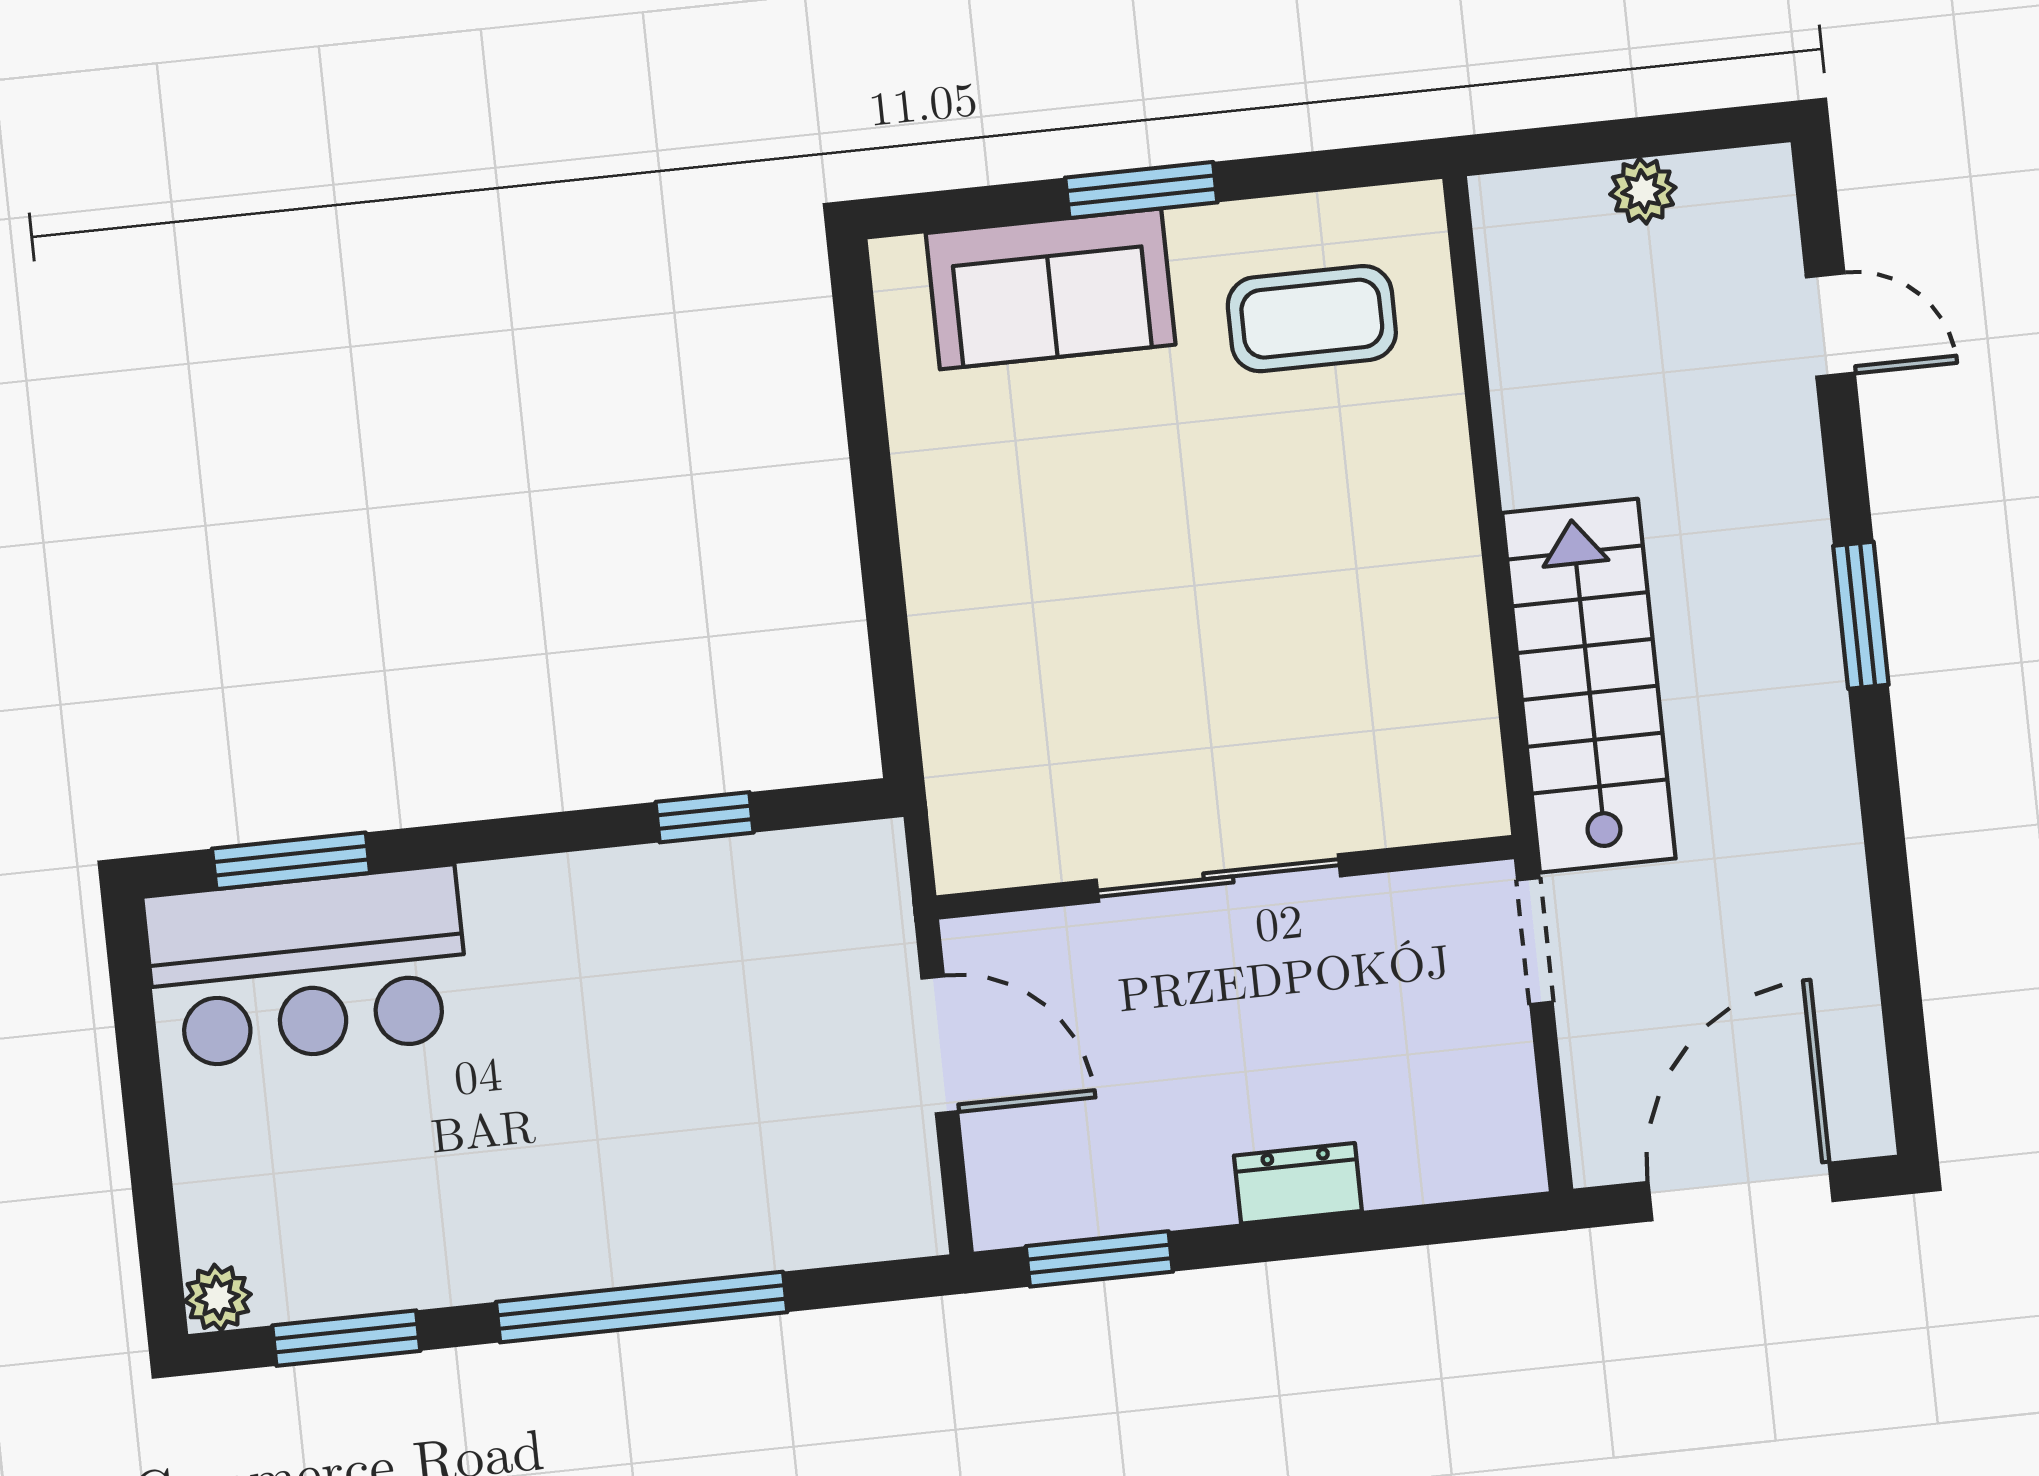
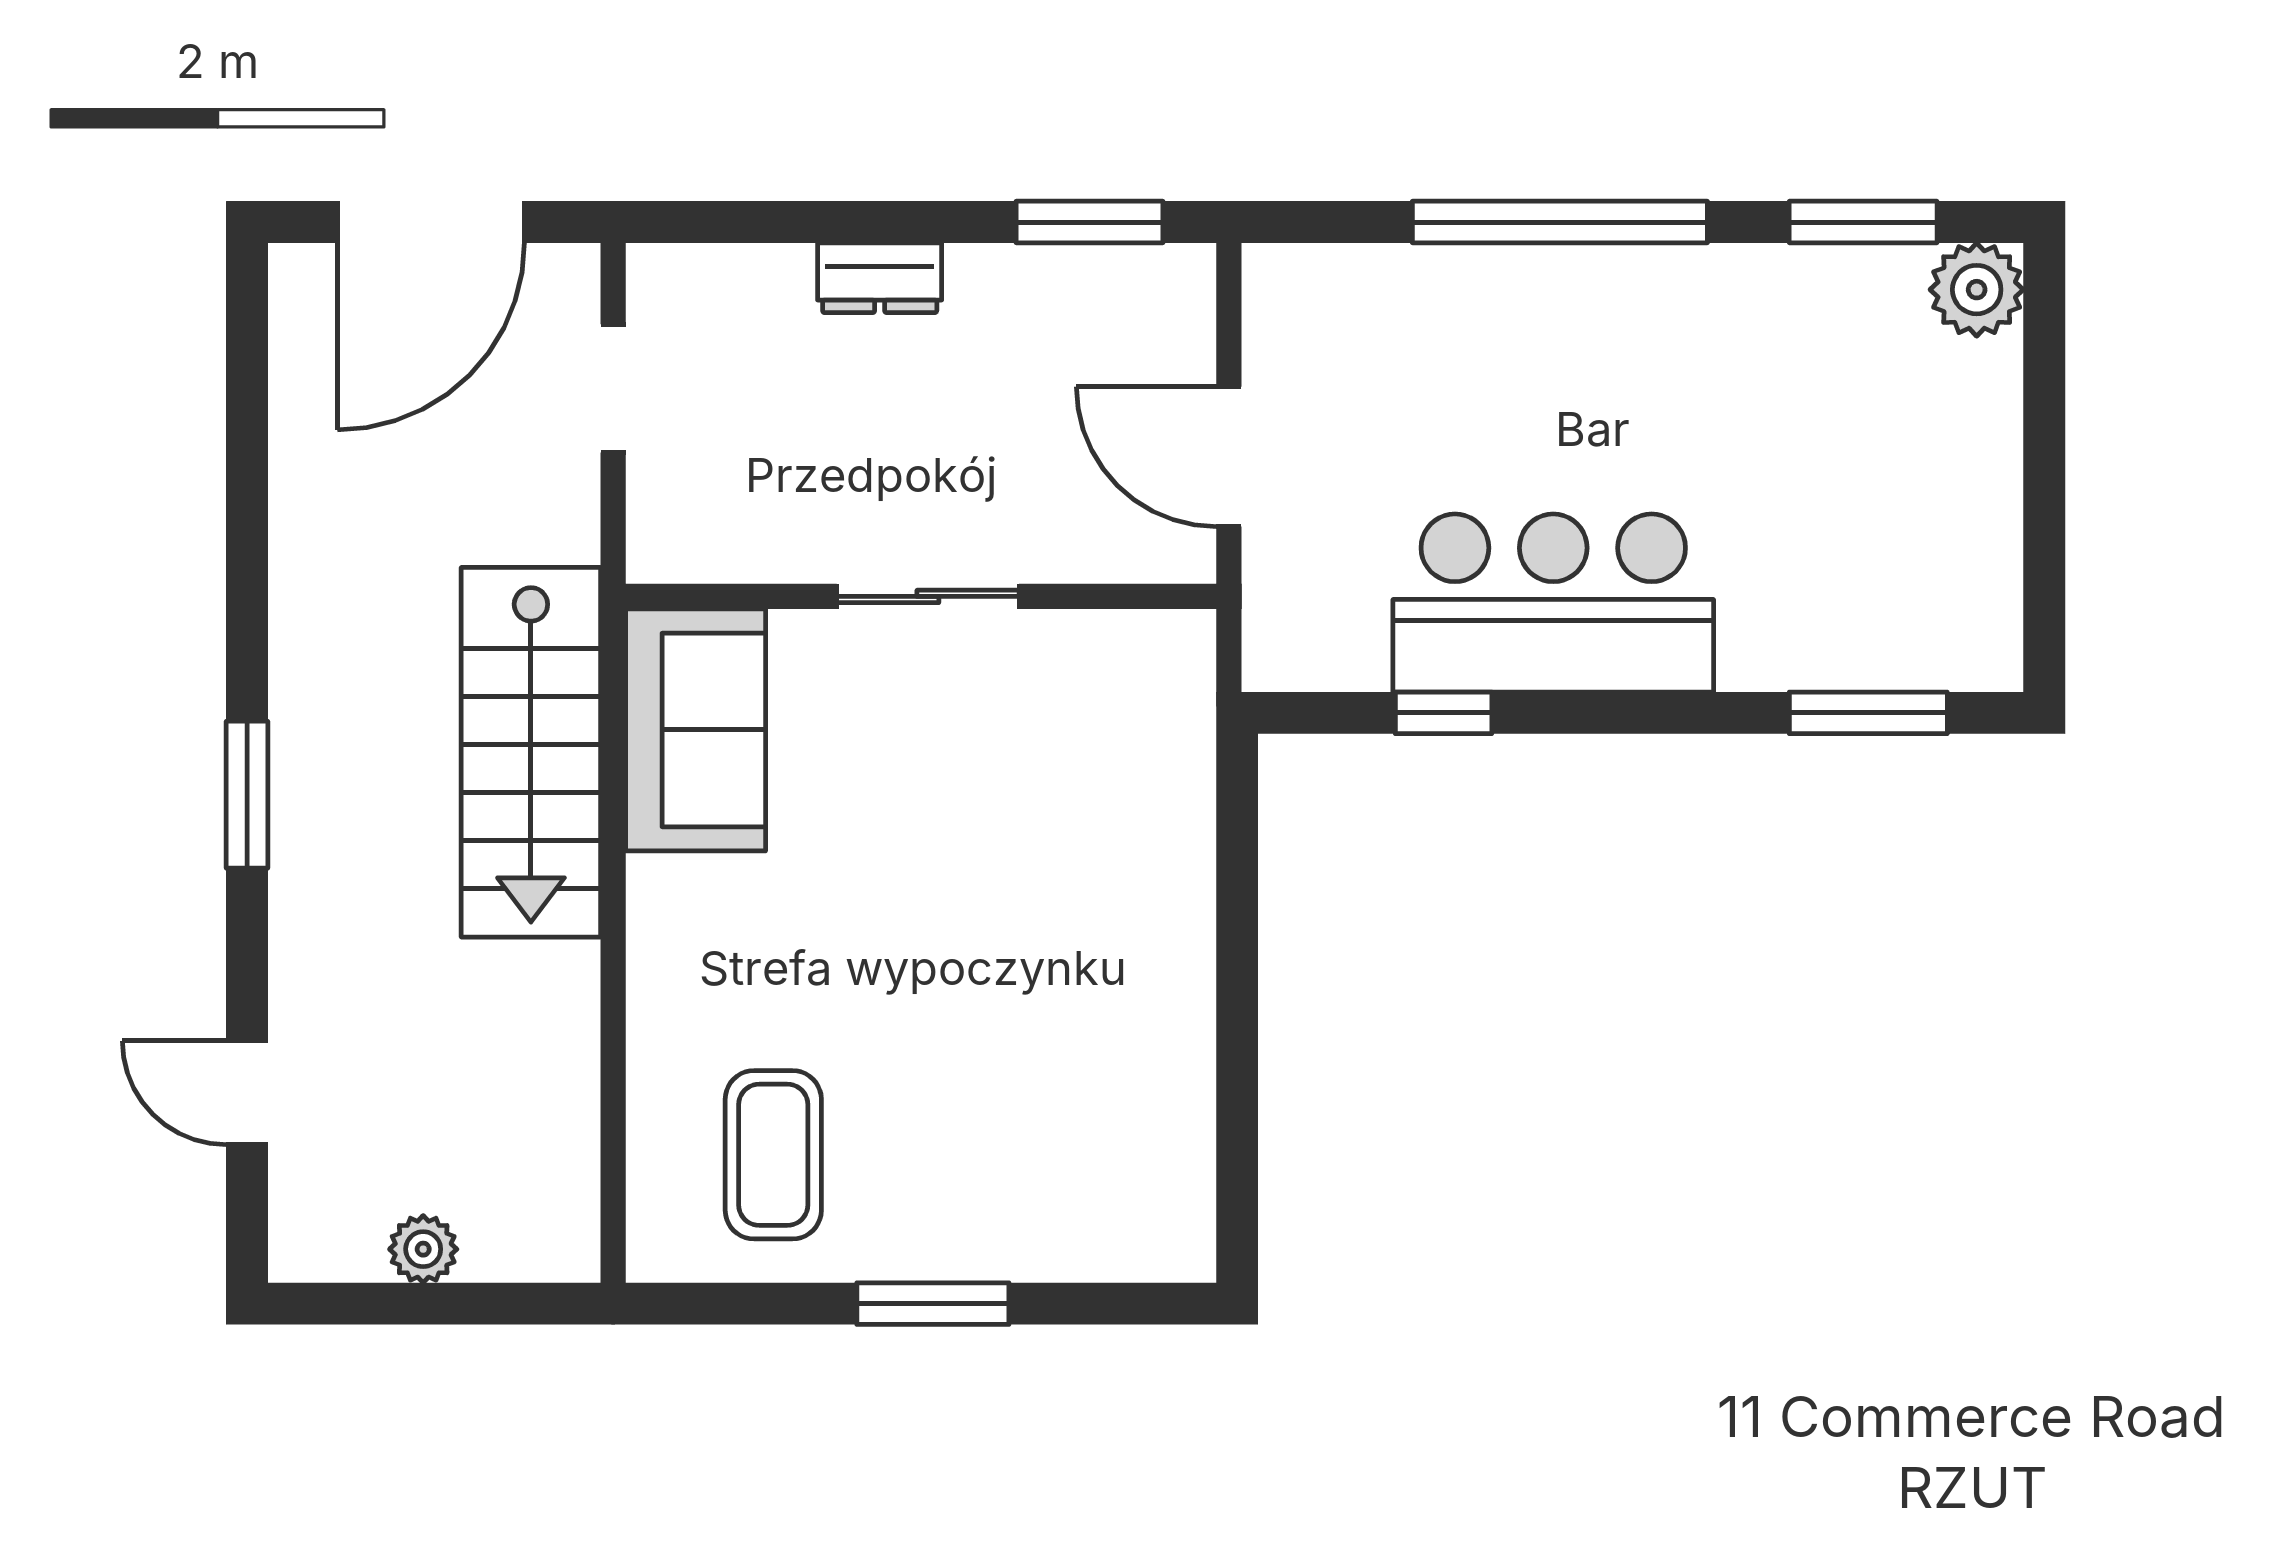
sofa: (1051, 289) -> (696, 730), moved, turned 90
coffee table: (1312, 319) -> (773, 1155), turned 90
sliding door: (1218, 878) -> (928, 596), width x0.73
doorway: (1535, 941) -> (613, 388), moved
bar counter: (307, 967) -> (1553, 603), moved
plant: (218, 1298) -> (1977, 290), width x1.38, depth x1.38

